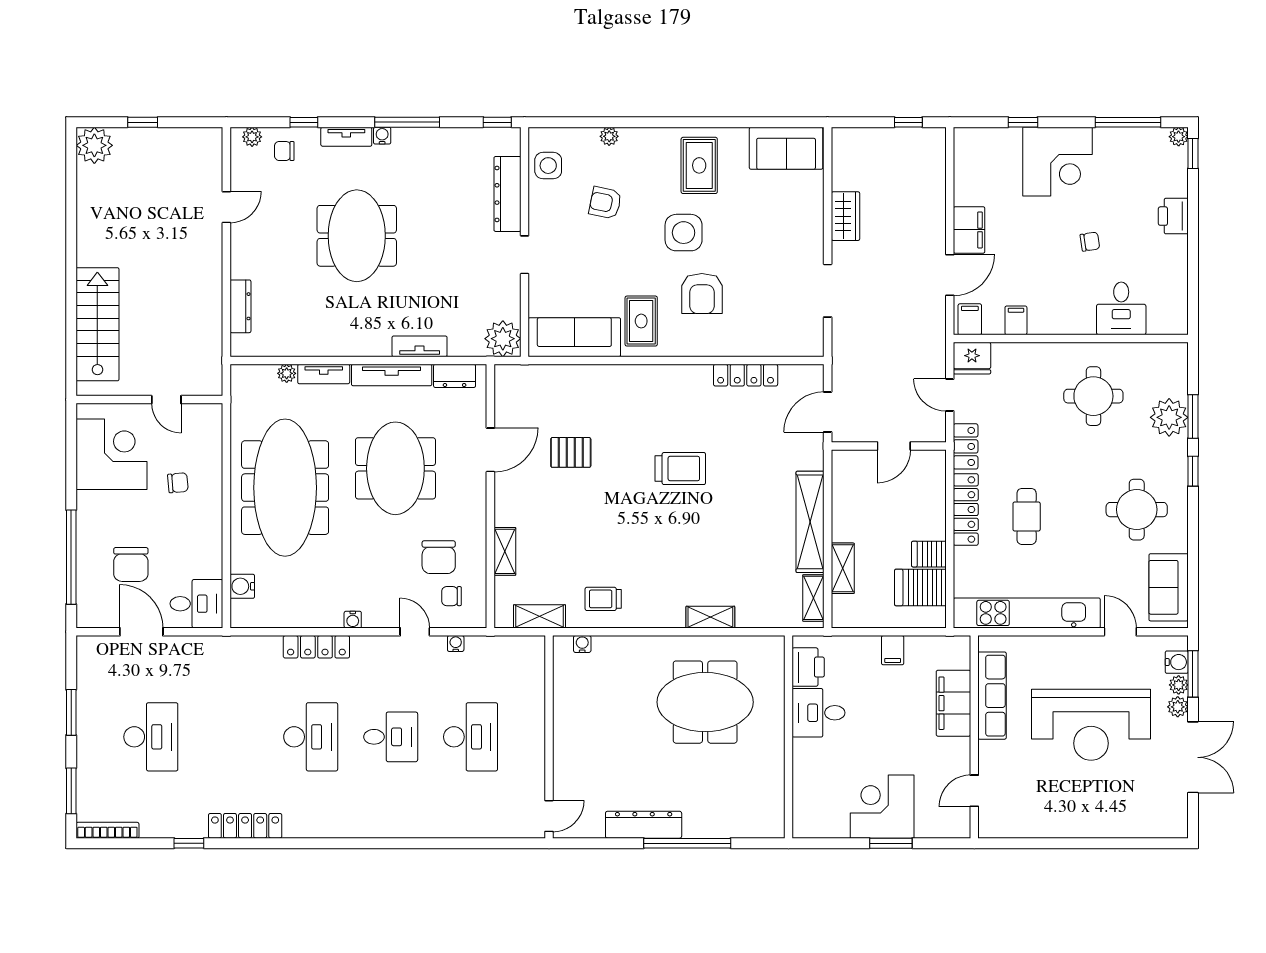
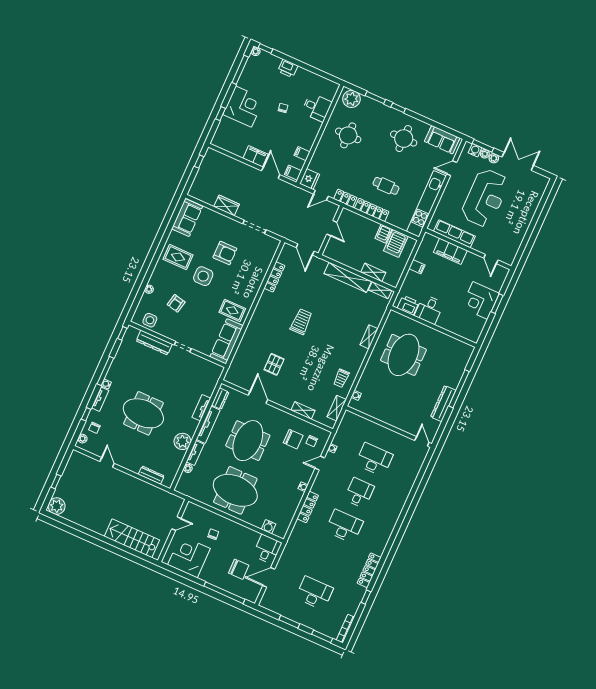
armchair: (702, 294) -> (225, 253), moved
plant: (503, 339) -> (182, 441), moved
plant: (1169, 417) -> (351, 99), moved
meeting table: (395, 468) -> (248, 441), turned 90
meeting table: (285, 488) -> (235, 490), width x0.73

